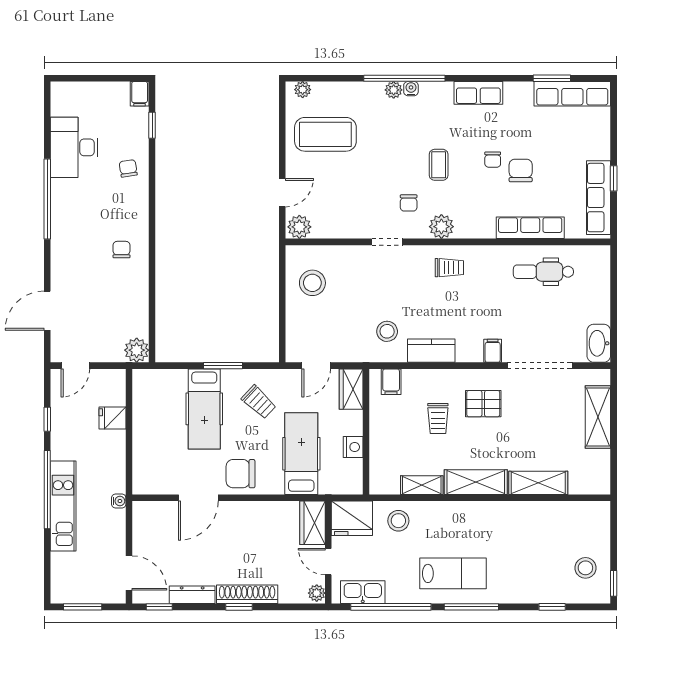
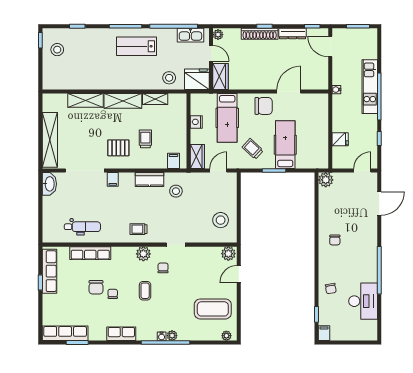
shelving: (598, 417) -> (50, 140), width x1.47

